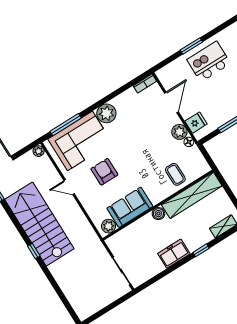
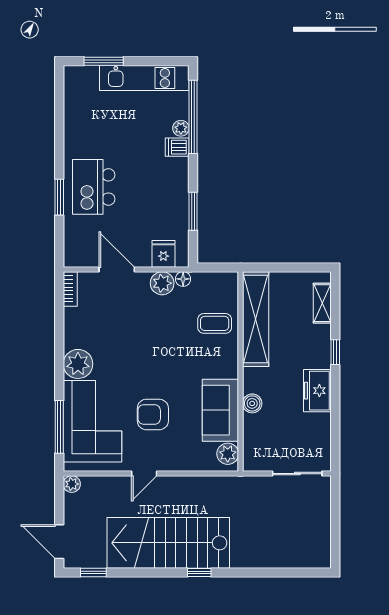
boiler: (158, 214) -> (252, 403), moved

